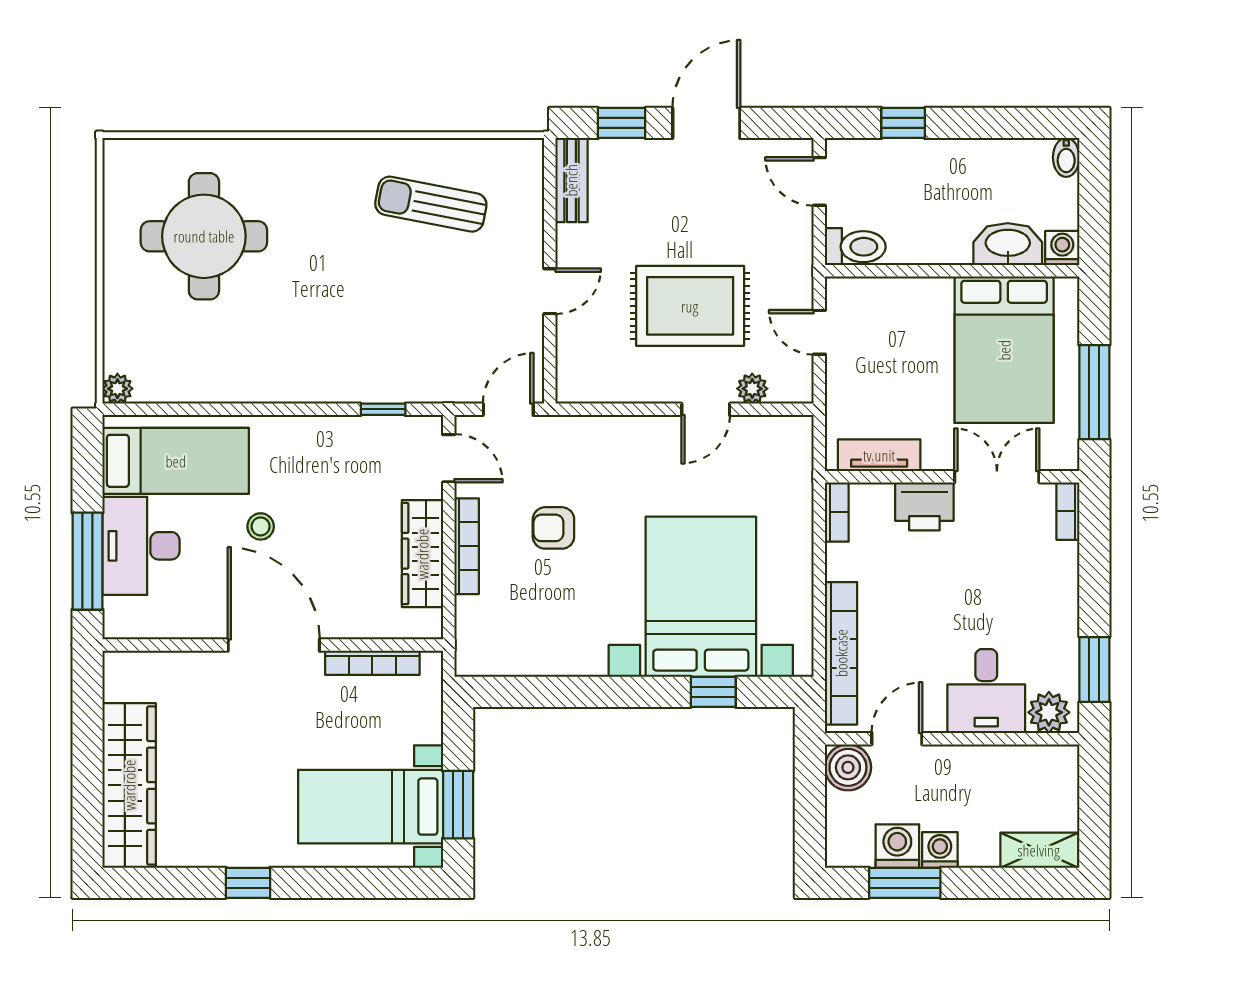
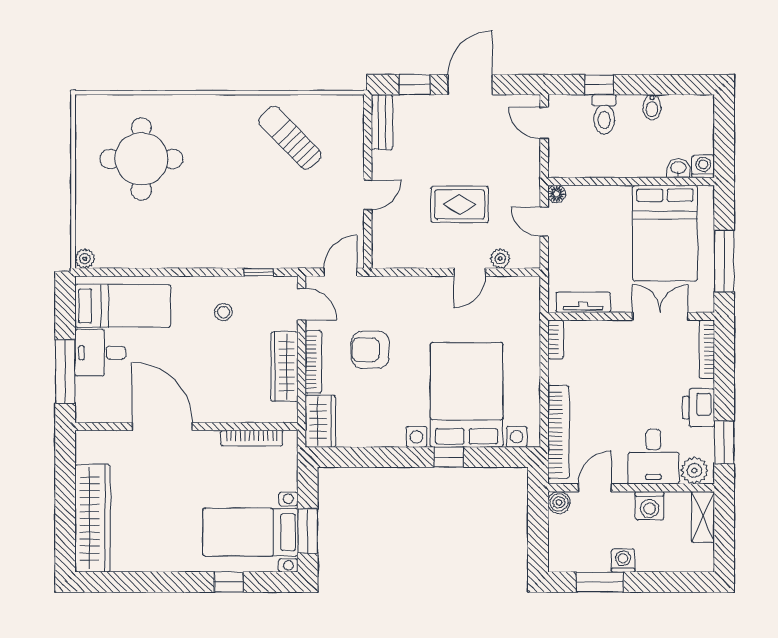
bidet: (1066, 157) -> (652, 107), moved
sun lounger: (431, 204) -> (290, 138), turned 35
washbasin: (1008, 244) -> (678, 168), width x0.52, depth x0.69
toilet: (855, 247) -> (604, 114), moved, turned 90
floor lamp: (838, 290) -> (557, 194), added
rug: (690, 306) -> (460, 204), width x0.73, depth x0.70
printer: (924, 506) -> (699, 408), moved, turned 90
bookcase: (1068, 511) -> (707, 349), width x1.56
stool: (261, 526) -> (223, 312), moved
armchair: (553, 528) -> (370, 350), width x1.38, depth x1.38
desk: (141, 546) -> (100, 353), width x0.73
wardrobe: (477, 637) -> (320, 421), added
door: (274, 645) -> (162, 426), moved
window: (713, 692) -> (449, 457), moved
boiler: (848, 767) -> (559, 502), width x0.73, depth x0.73
washing machine: (897, 846) -> (649, 506), moved, turned 180
shelving: (1039, 850) -> (703, 517), moved, turned 90
window: (248, 883) -> (229, 582), moved

